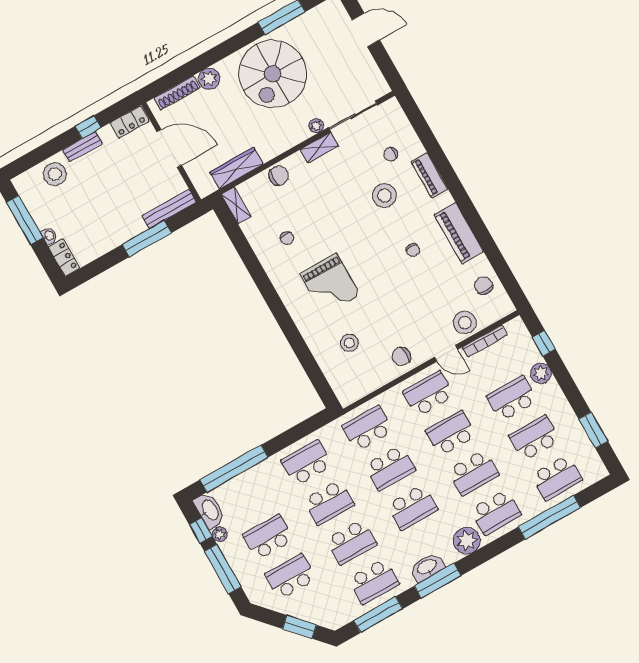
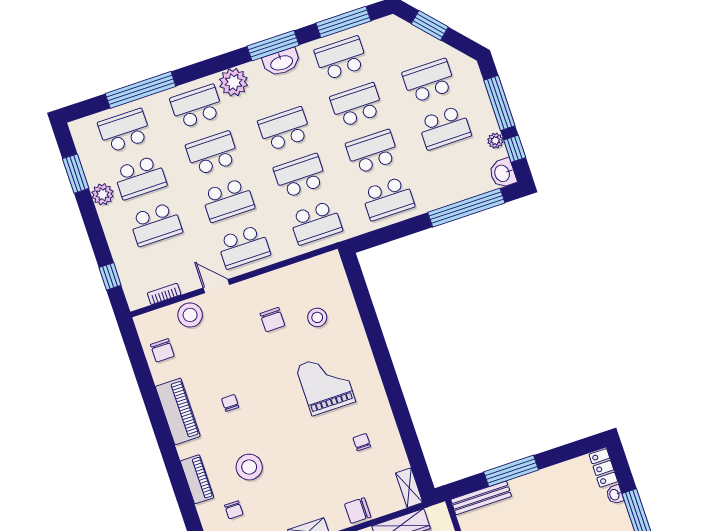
chair: (391, 154) -> (234, 510), turned 90
bookcase: (485, 341) -> (164, 294), width x0.64
chair: (401, 356) -> (272, 320), moved, turned 90
plant: (541, 373) -> (103, 194), moved
washbasin: (210, 510) -> (503, 173), width x0.72
school desk: (290, 577) -> (429, 81), turned 180

